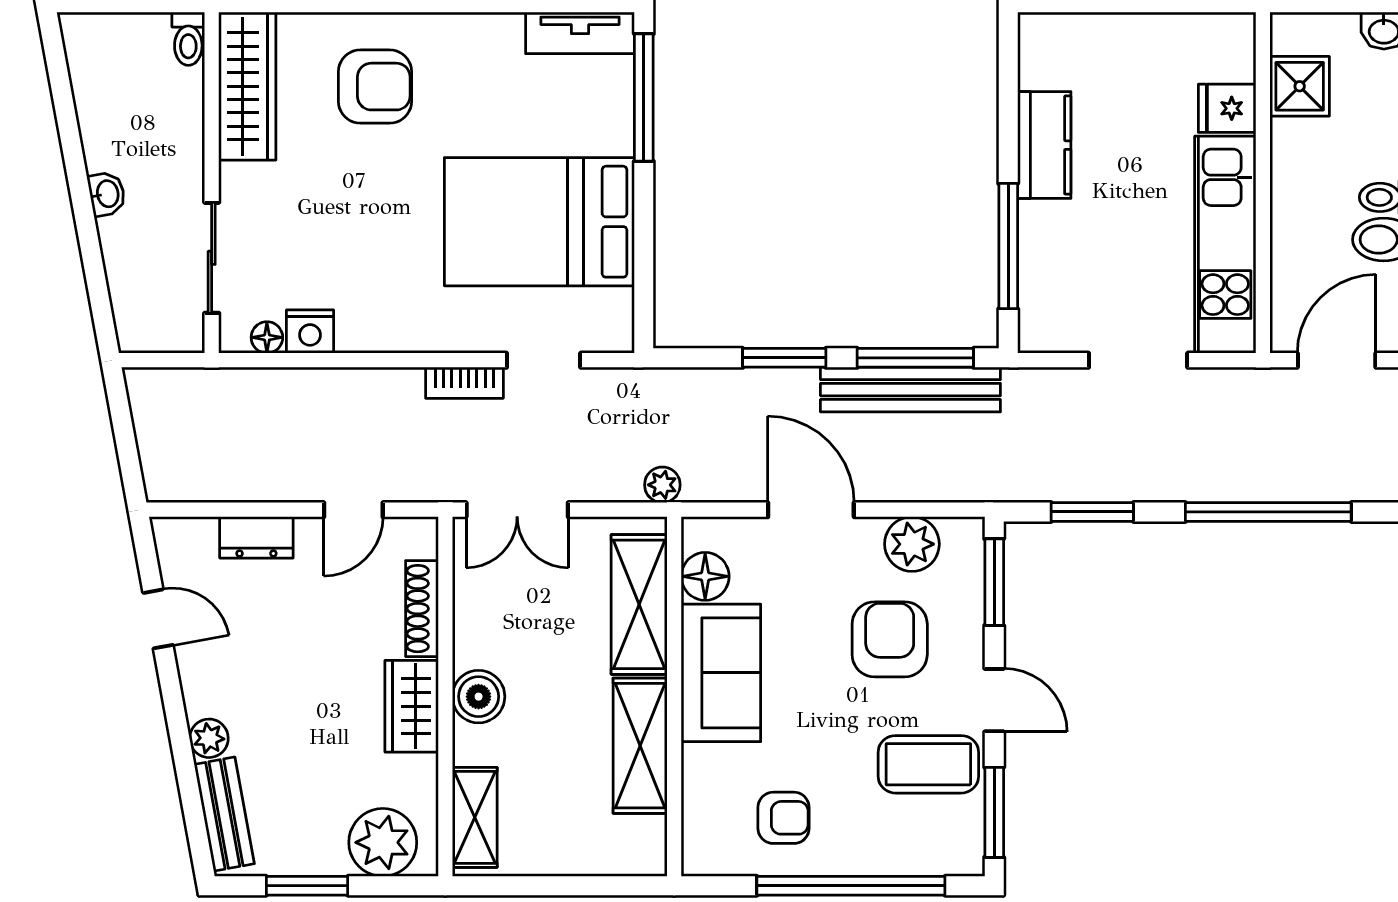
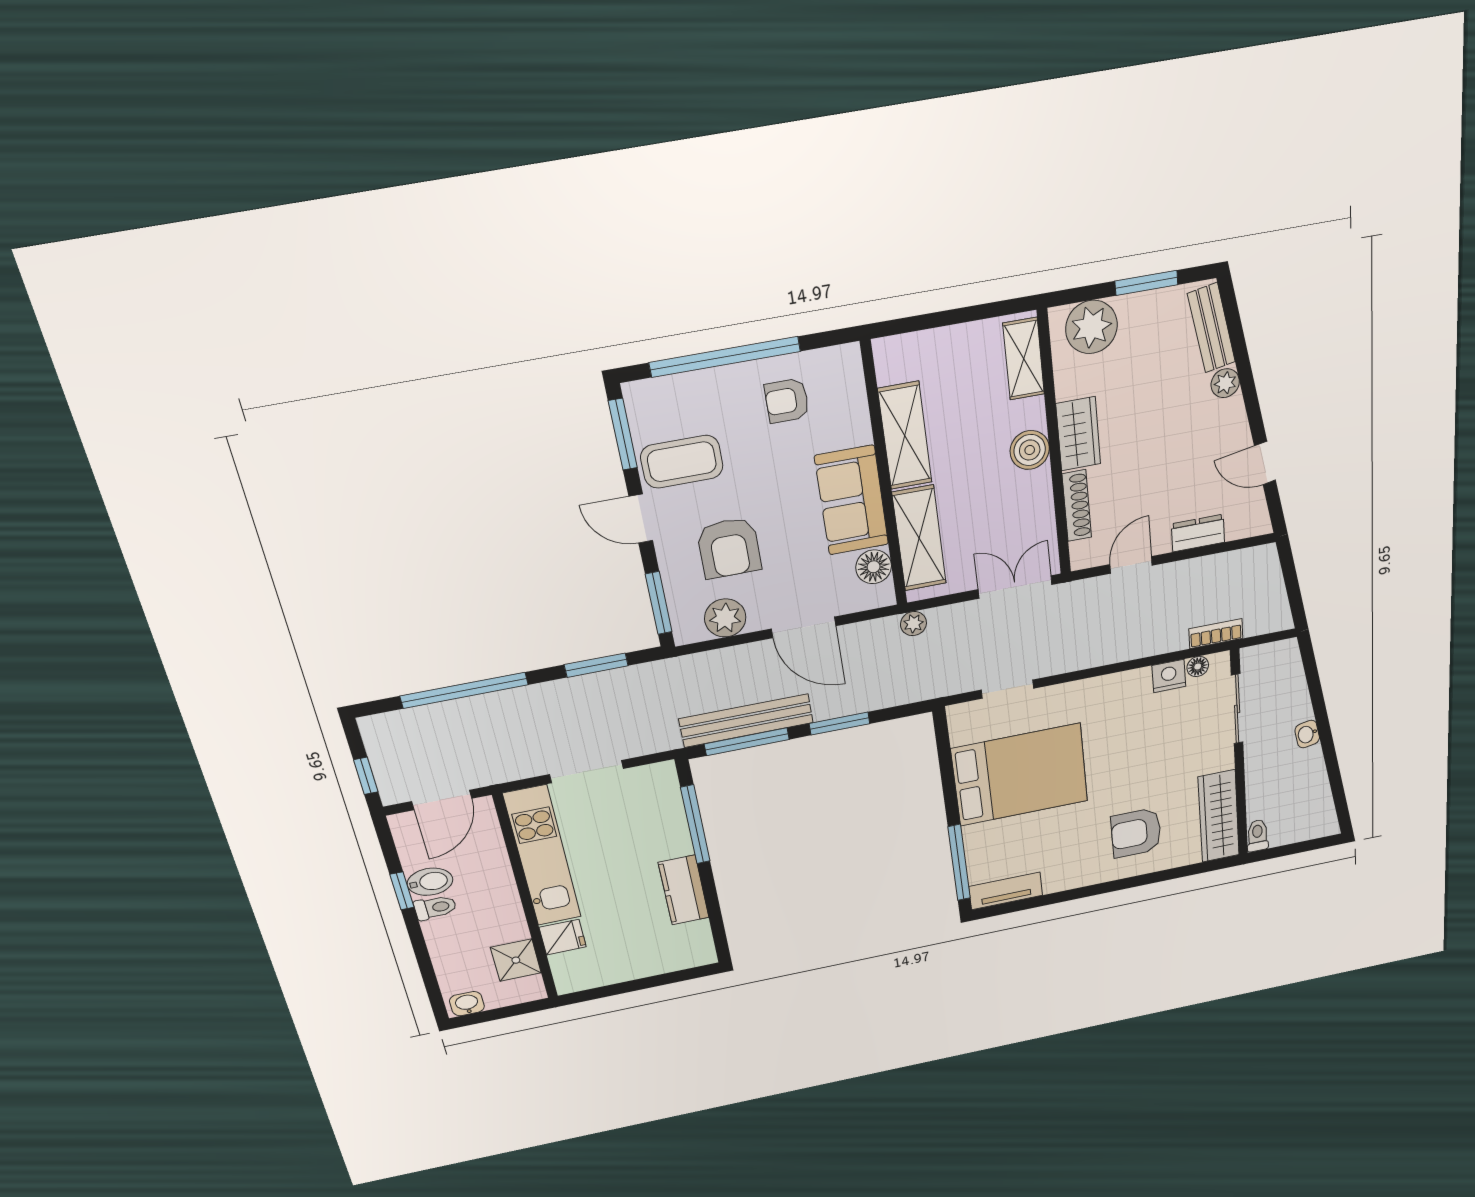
bookcase: (464, 383) -> (1216, 634), moved

